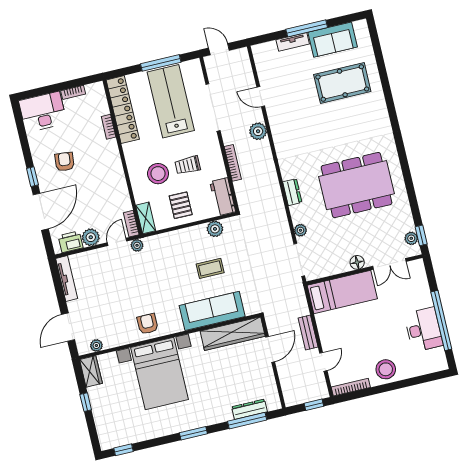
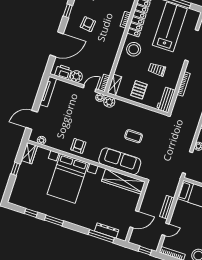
stool: (158, 174) -> (134, 49), moved
window: (32, 177) -> (68, 11), moved
plant: (215, 229) -> (109, 102), moved
door: (270, 349) -> (134, 219), moved
window: (193, 433) -> (54, 221), moved
window: (124, 450) -> (31, 213), moved

